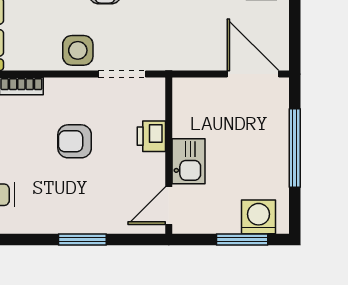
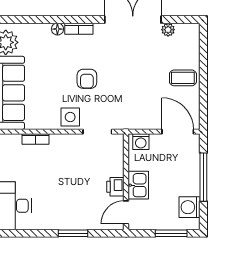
washing machine: (193, 90) -> (141, 142), added
printer: (151, 136) -> (115, 187), moved
armchair: (75, 141) -> (68, 173), removed
washing machine: (259, 217) -> (190, 207), moved, turned -90

